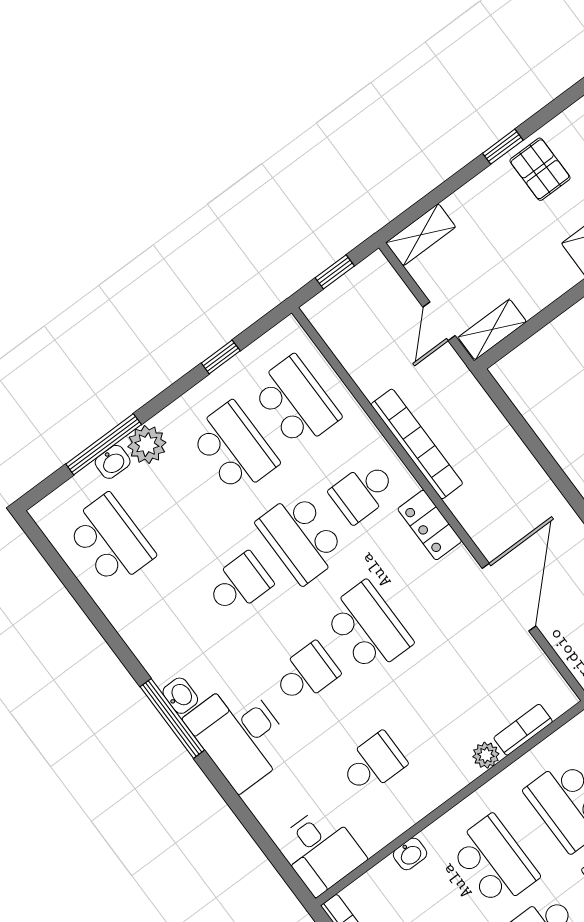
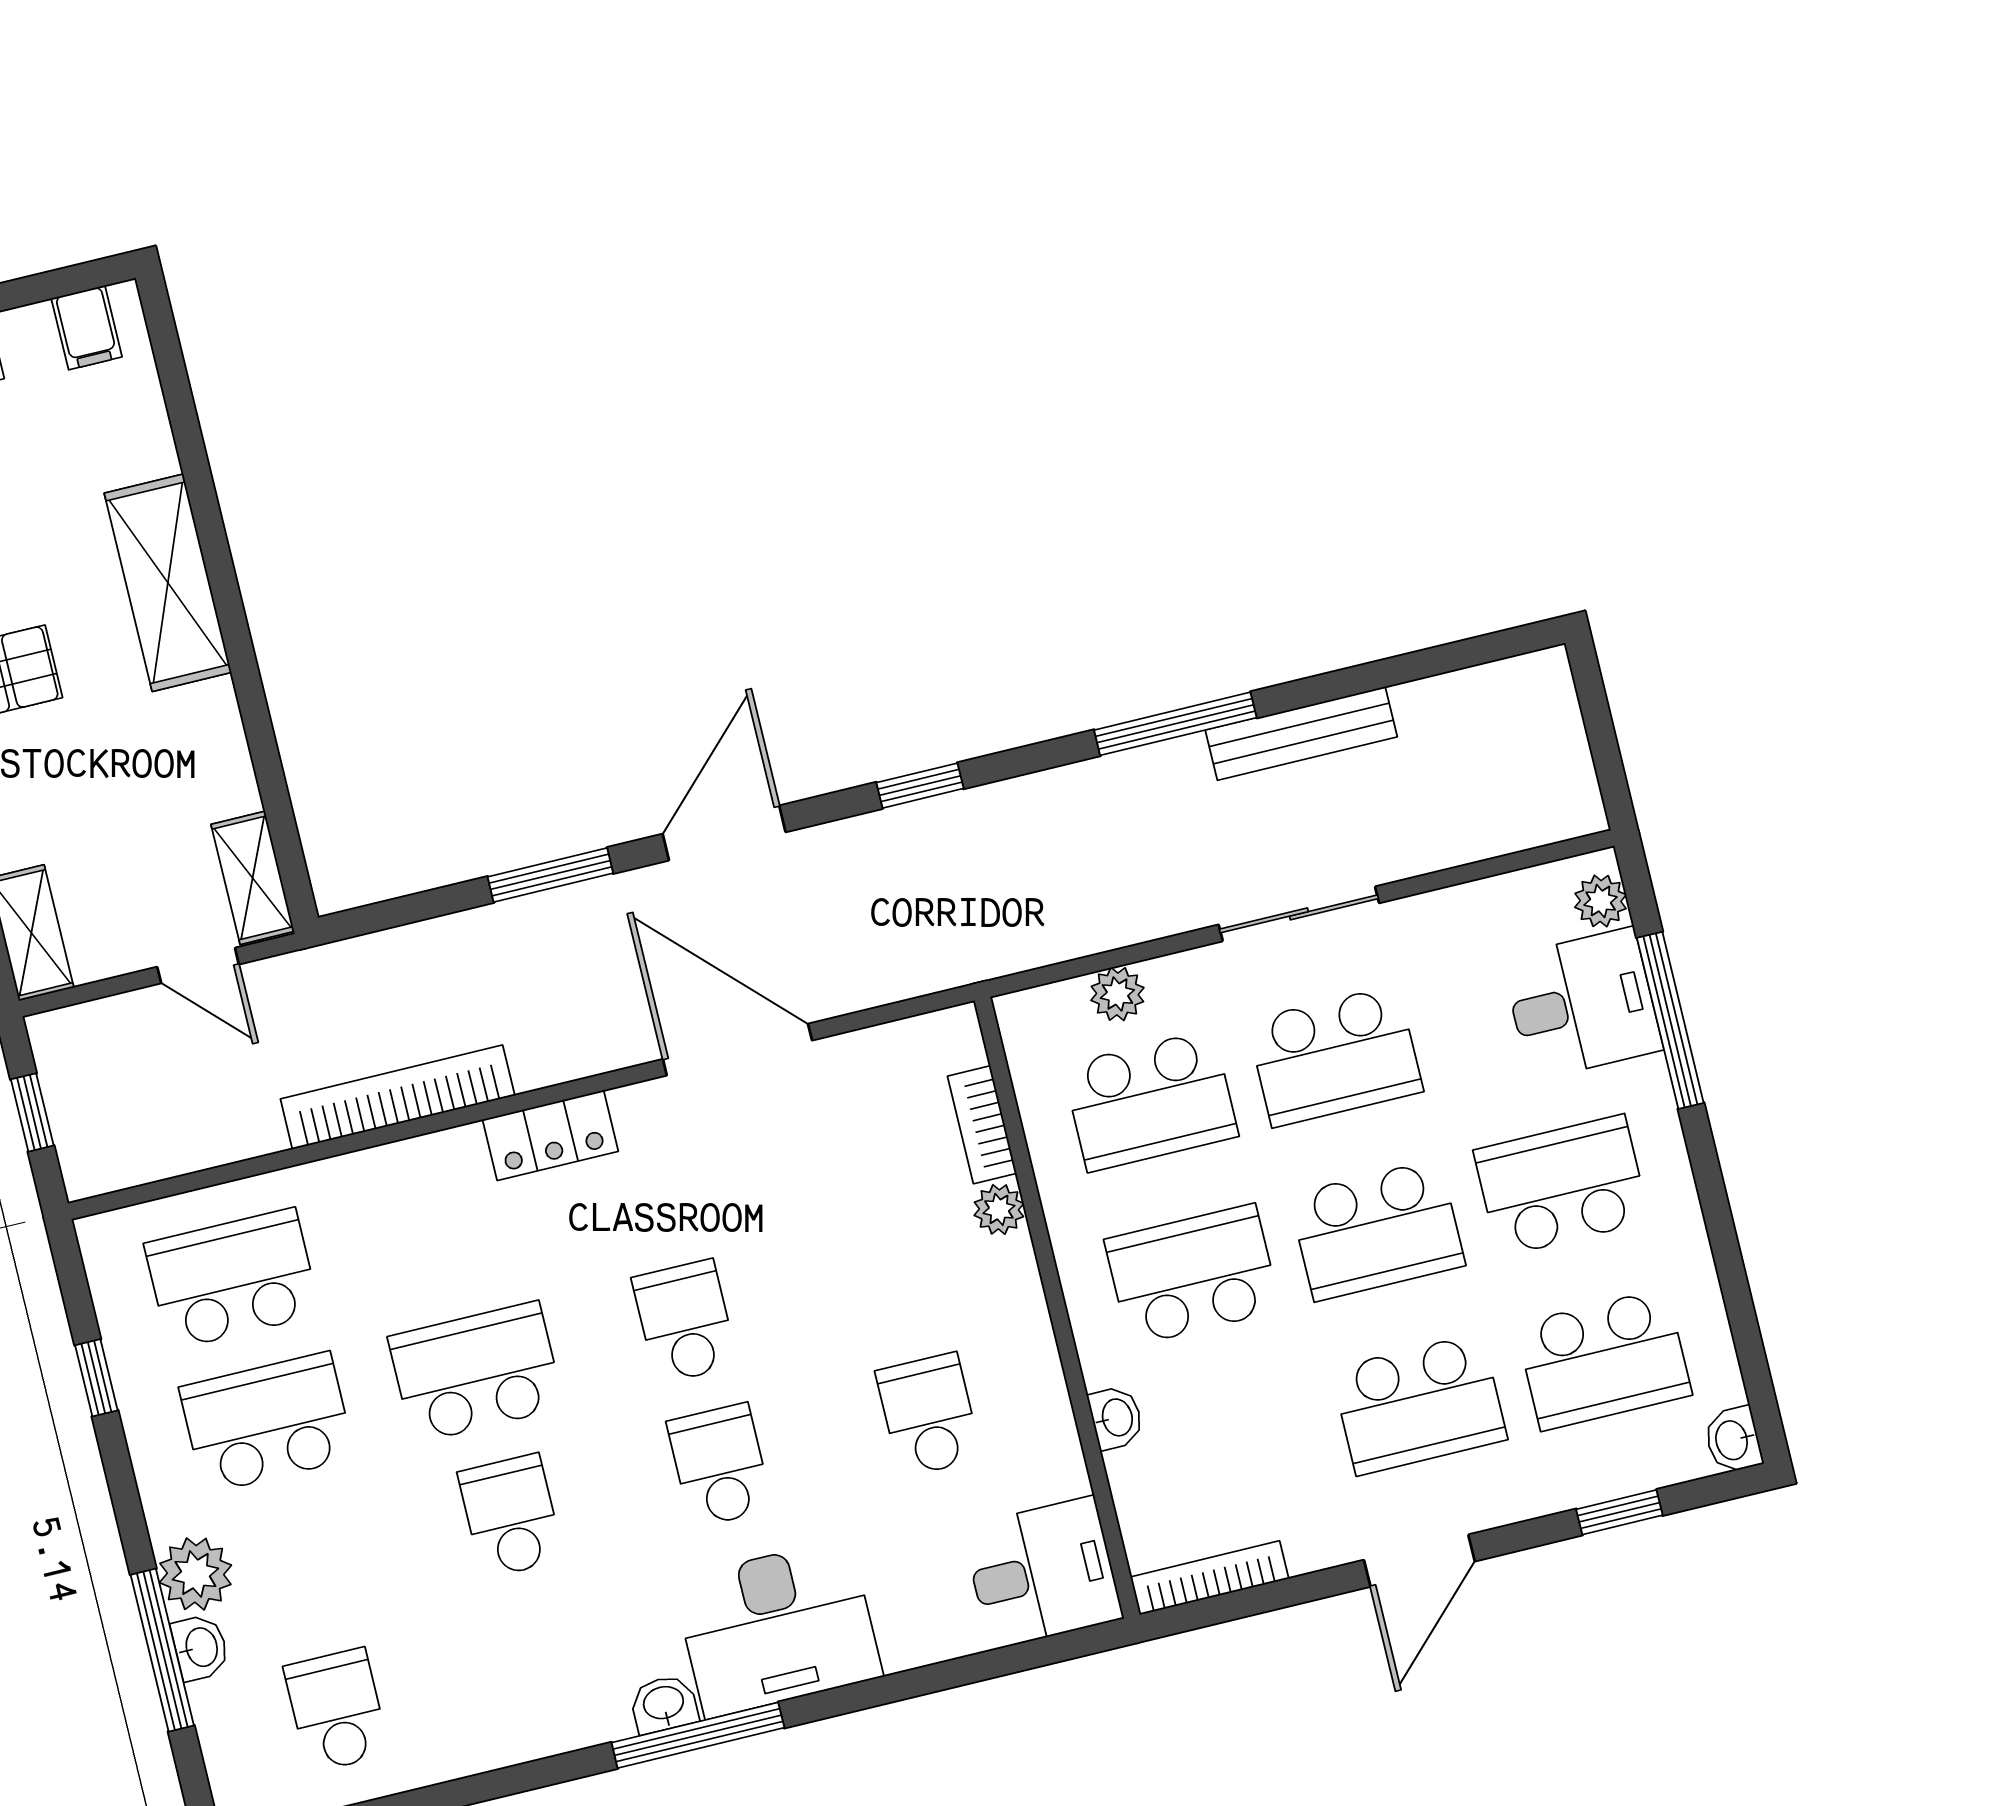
window: (555, 472) -> (550, 875), added
school desk: (363, 492) -> (441, 1228), removed
school desk: (301, 538) -> (476, 1372), turned 180
school desk: (110, 540) -> (337, 1710), width x0.54
school desk: (368, 628) -> (685, 1322), width x0.54

